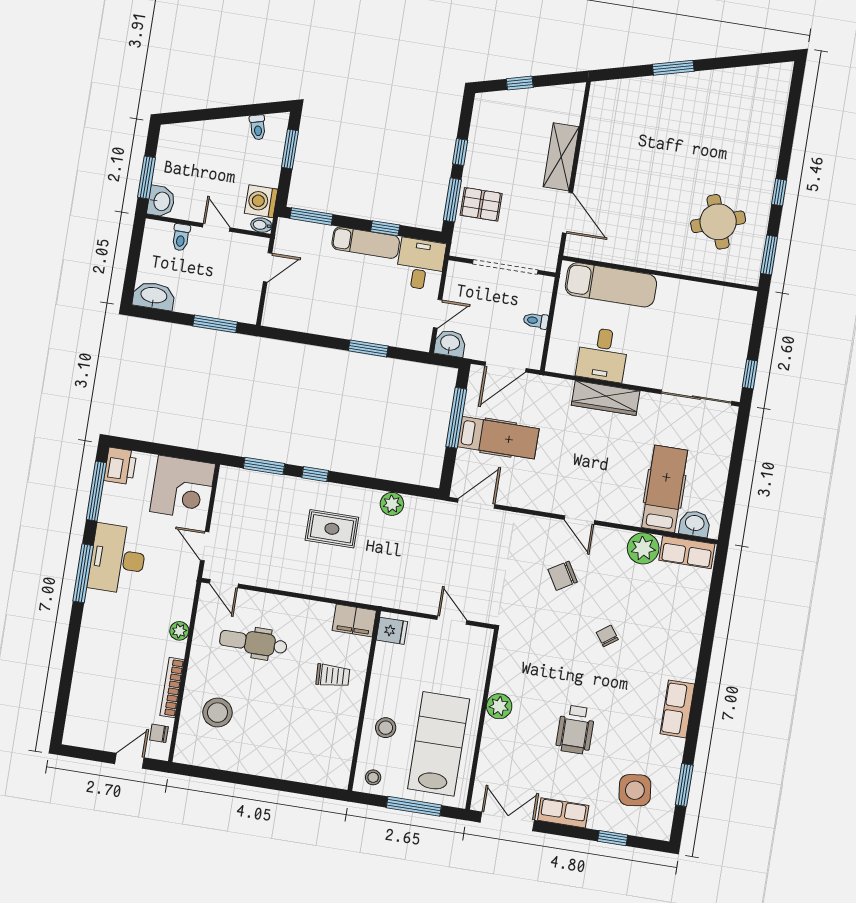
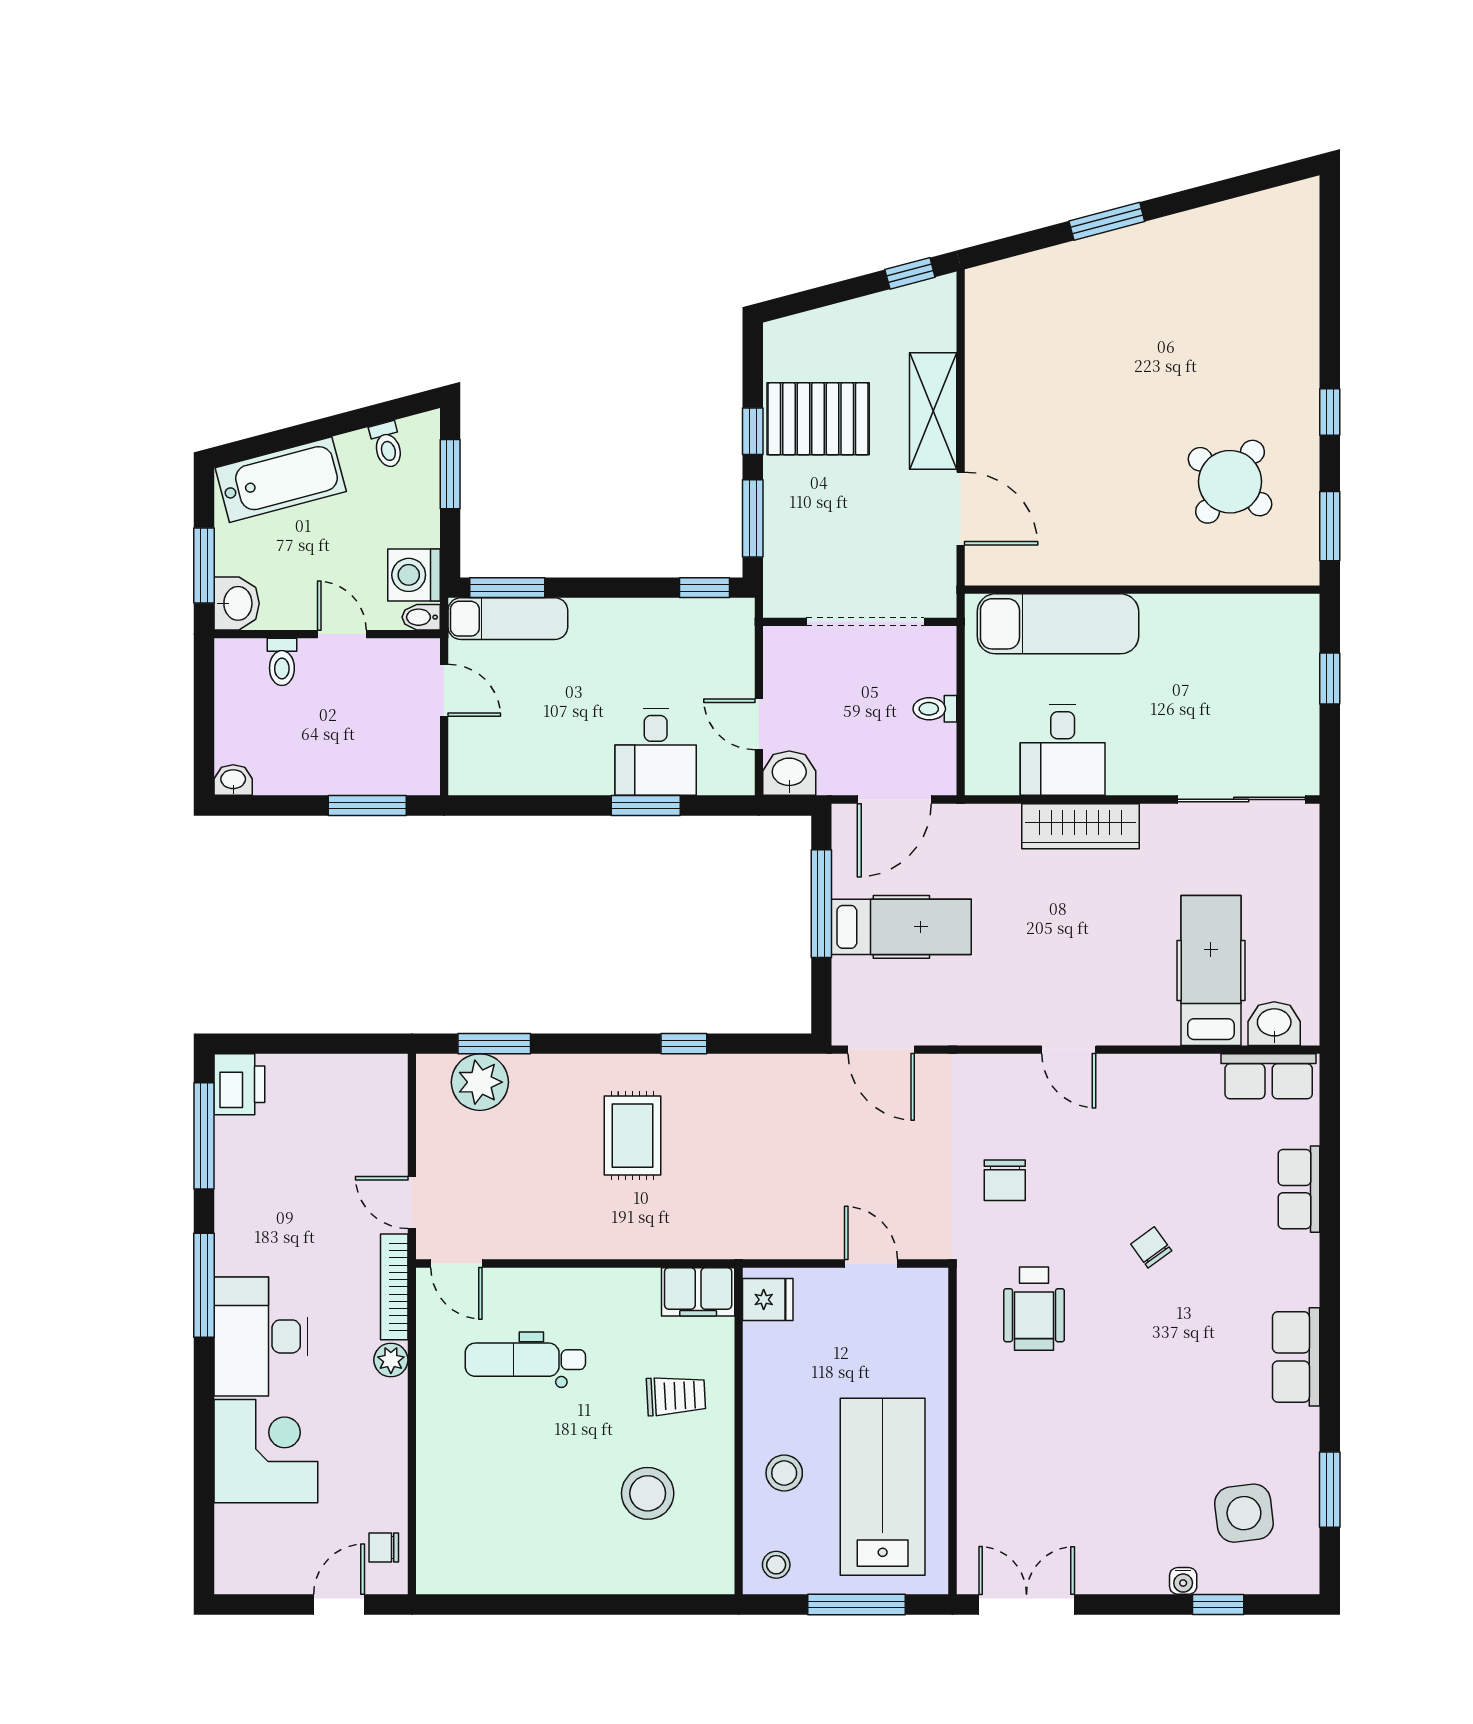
window: (520, 83) -> (910, 273), moved
bathtub: (196, 137) -> (281, 480), added
pallet: (481, 204) -> (818, 419), moved, width x1.50, depth x1.42
round table: (718, 222) -> (1230, 482), turned -33
window: (385, 228) -> (704, 588), moved
exam couch: (366, 243) -> (508, 619), moved
desk: (420, 264) -> (656, 752), moved, turned 180
door: (268, 267) -> (444, 690), hinge flipped
washbasin: (154, 296) -> (233, 780), width x0.52, depth x0.69
door: (438, 314) -> (759, 724), swing flipped
window: (750, 374) -> (1330, 679), moved
window: (315, 474) -> (684, 1044), moved
corner desk: (183, 488) -> (266, 1451), moved, turned -90
door: (476, 503) -> (881, 1050), swing flipped
plant: (392, 504) -> (480, 1082), moved, width x1.36, depth x1.36
rug: (332, 529) -> (632, 1136), turned 90
plant: (643, 548) -> (1190, 1082), removed
desk: (117, 559) -> (261, 1336), moved
chair: (563, 576) -> (1005, 1180), moved, turned -59
bookcase: (172, 688) -> (394, 1287), moved
plant: (499, 706) -> (979, 1403), removed
stool: (217, 713) -> (648, 1493), moved
wheelchair: (575, 730) -> (1034, 1309), moved
row of seats: (563, 813) -> (1299, 1189), moved, turned -90
water cooler: (596, 822) -> (1183, 1581), added

